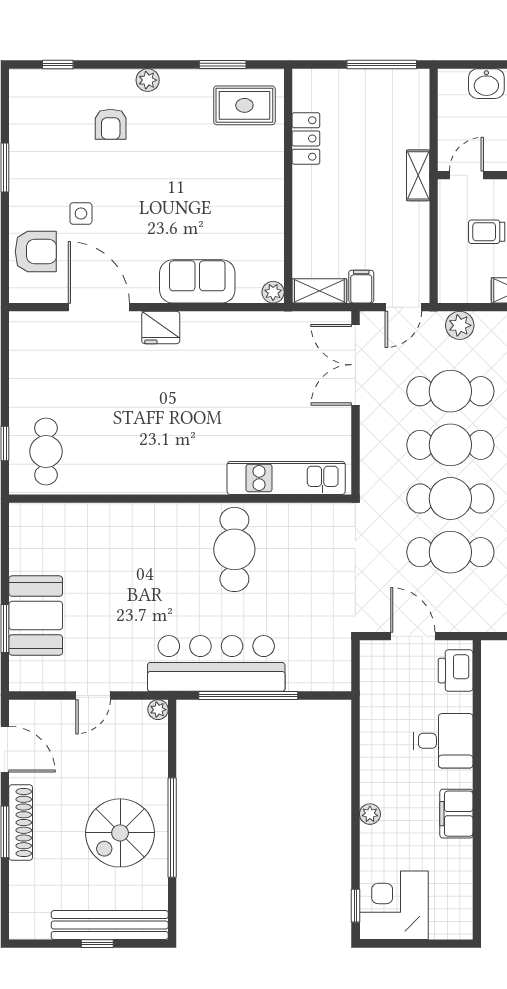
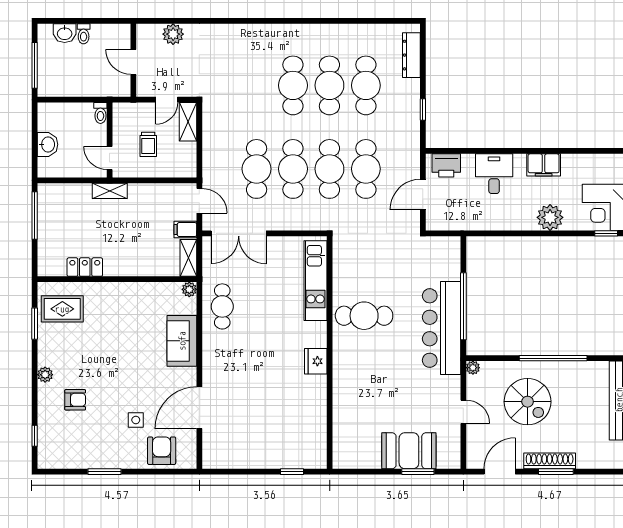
rug: (244, 105) -> (62, 309), turned 90
plant: (460, 325) -> (212, 163), removed
fridge: (161, 328) -> (316, 361), moved, turned 180
cafe table: (46, 452) -> (222, 306), moved, turned 90
plant: (370, 814) -> (550, 217), width x1.88, depth x1.88
spiral stairs: (120, 833) -> (528, 402), moved

